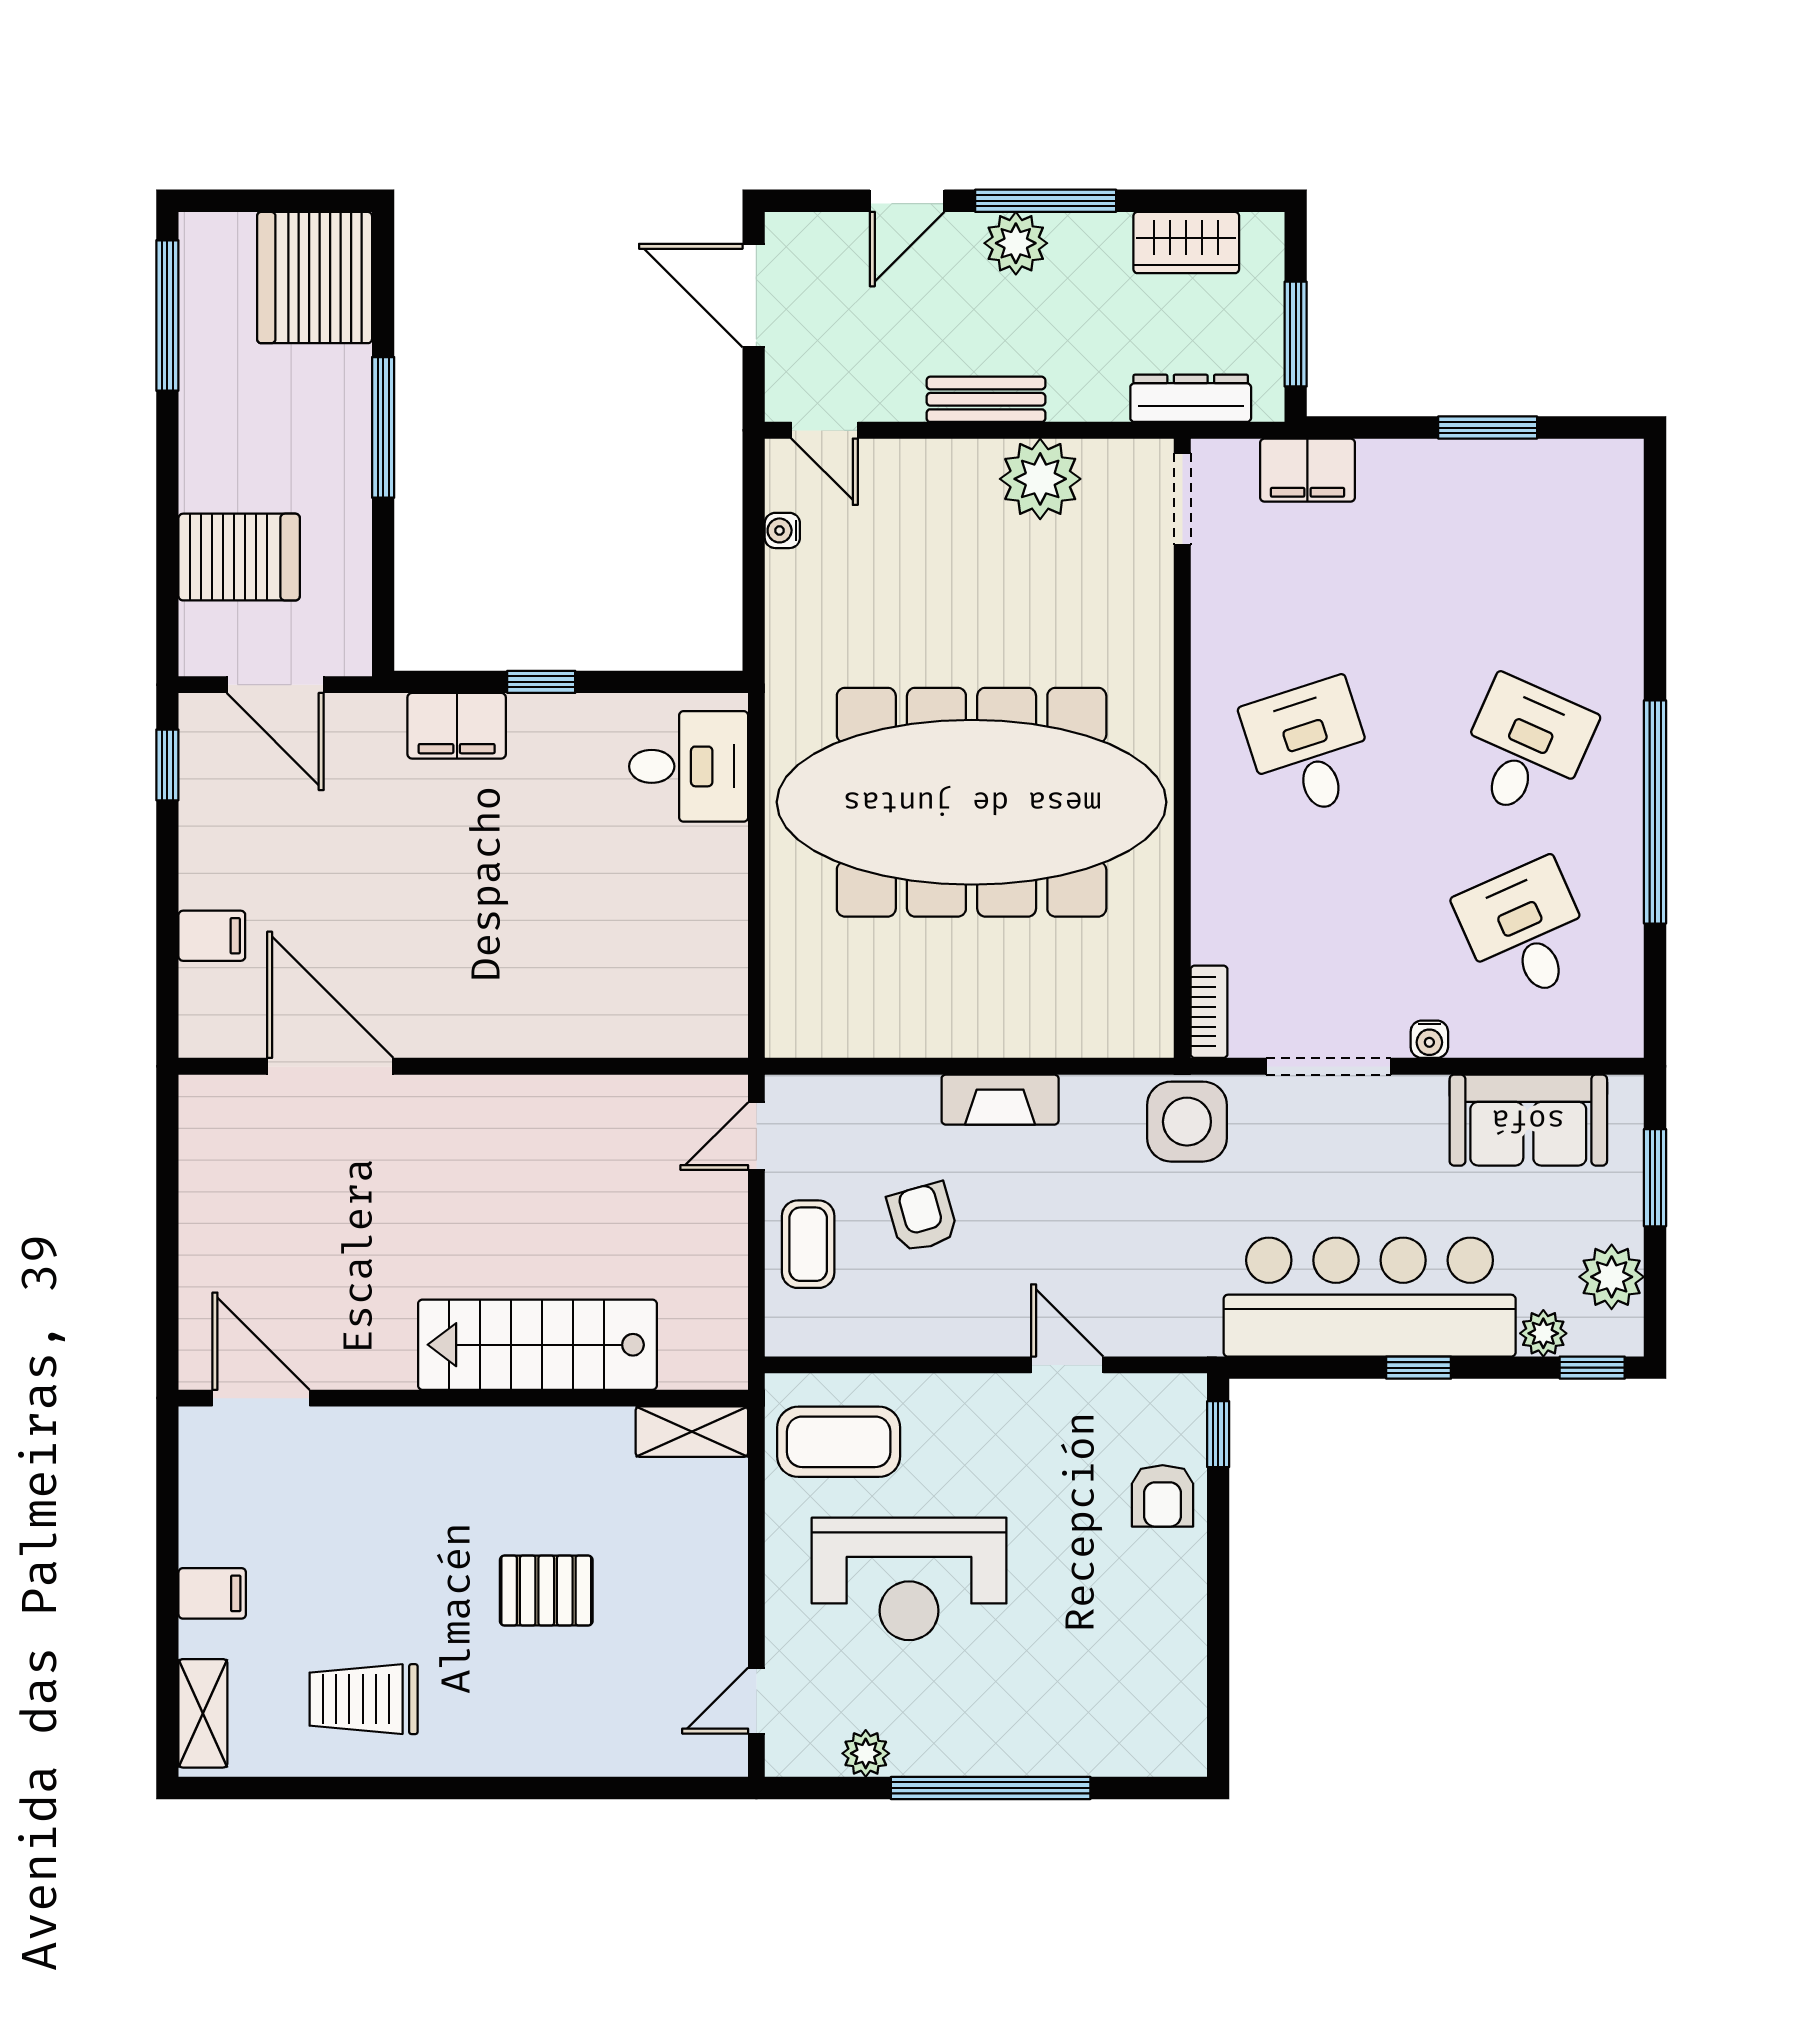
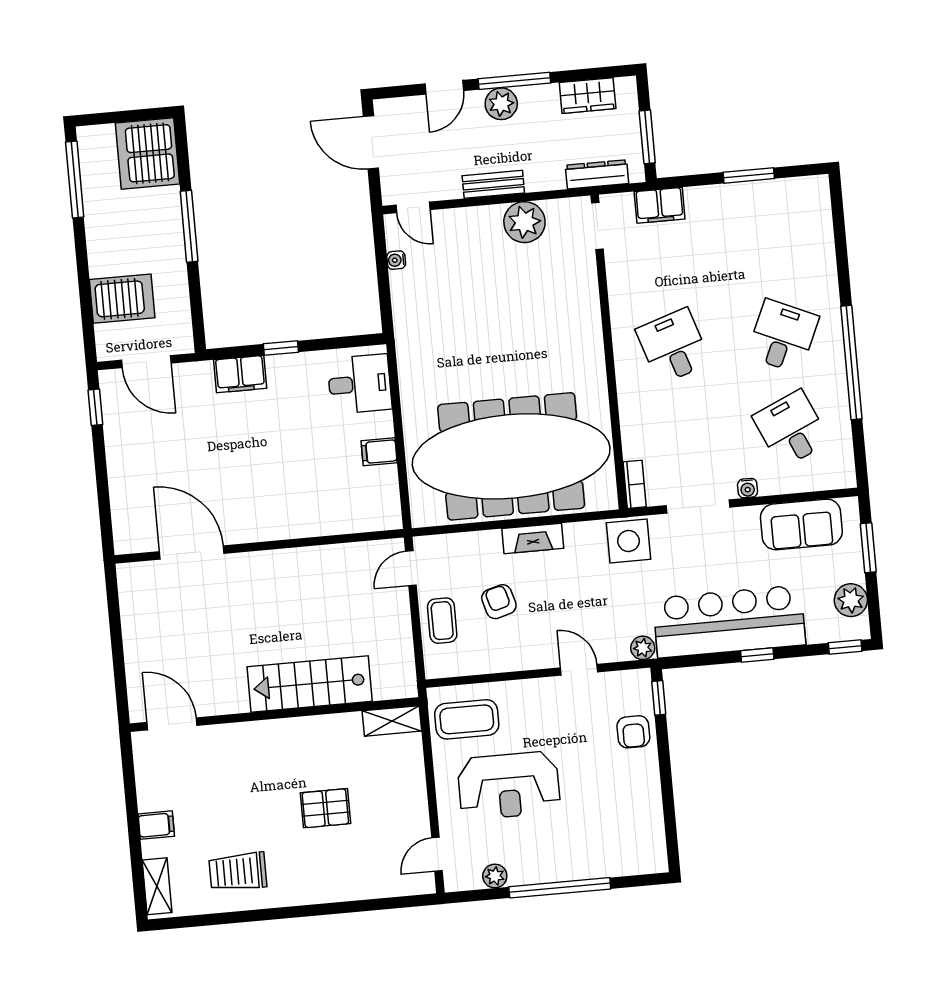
meeting table: (972, 802) -> (511, 456), moved
filing cabinet: (212, 936) -> (379, 452), moved, turned 180
plant: (1543, 1333) -> (643, 648), moved

